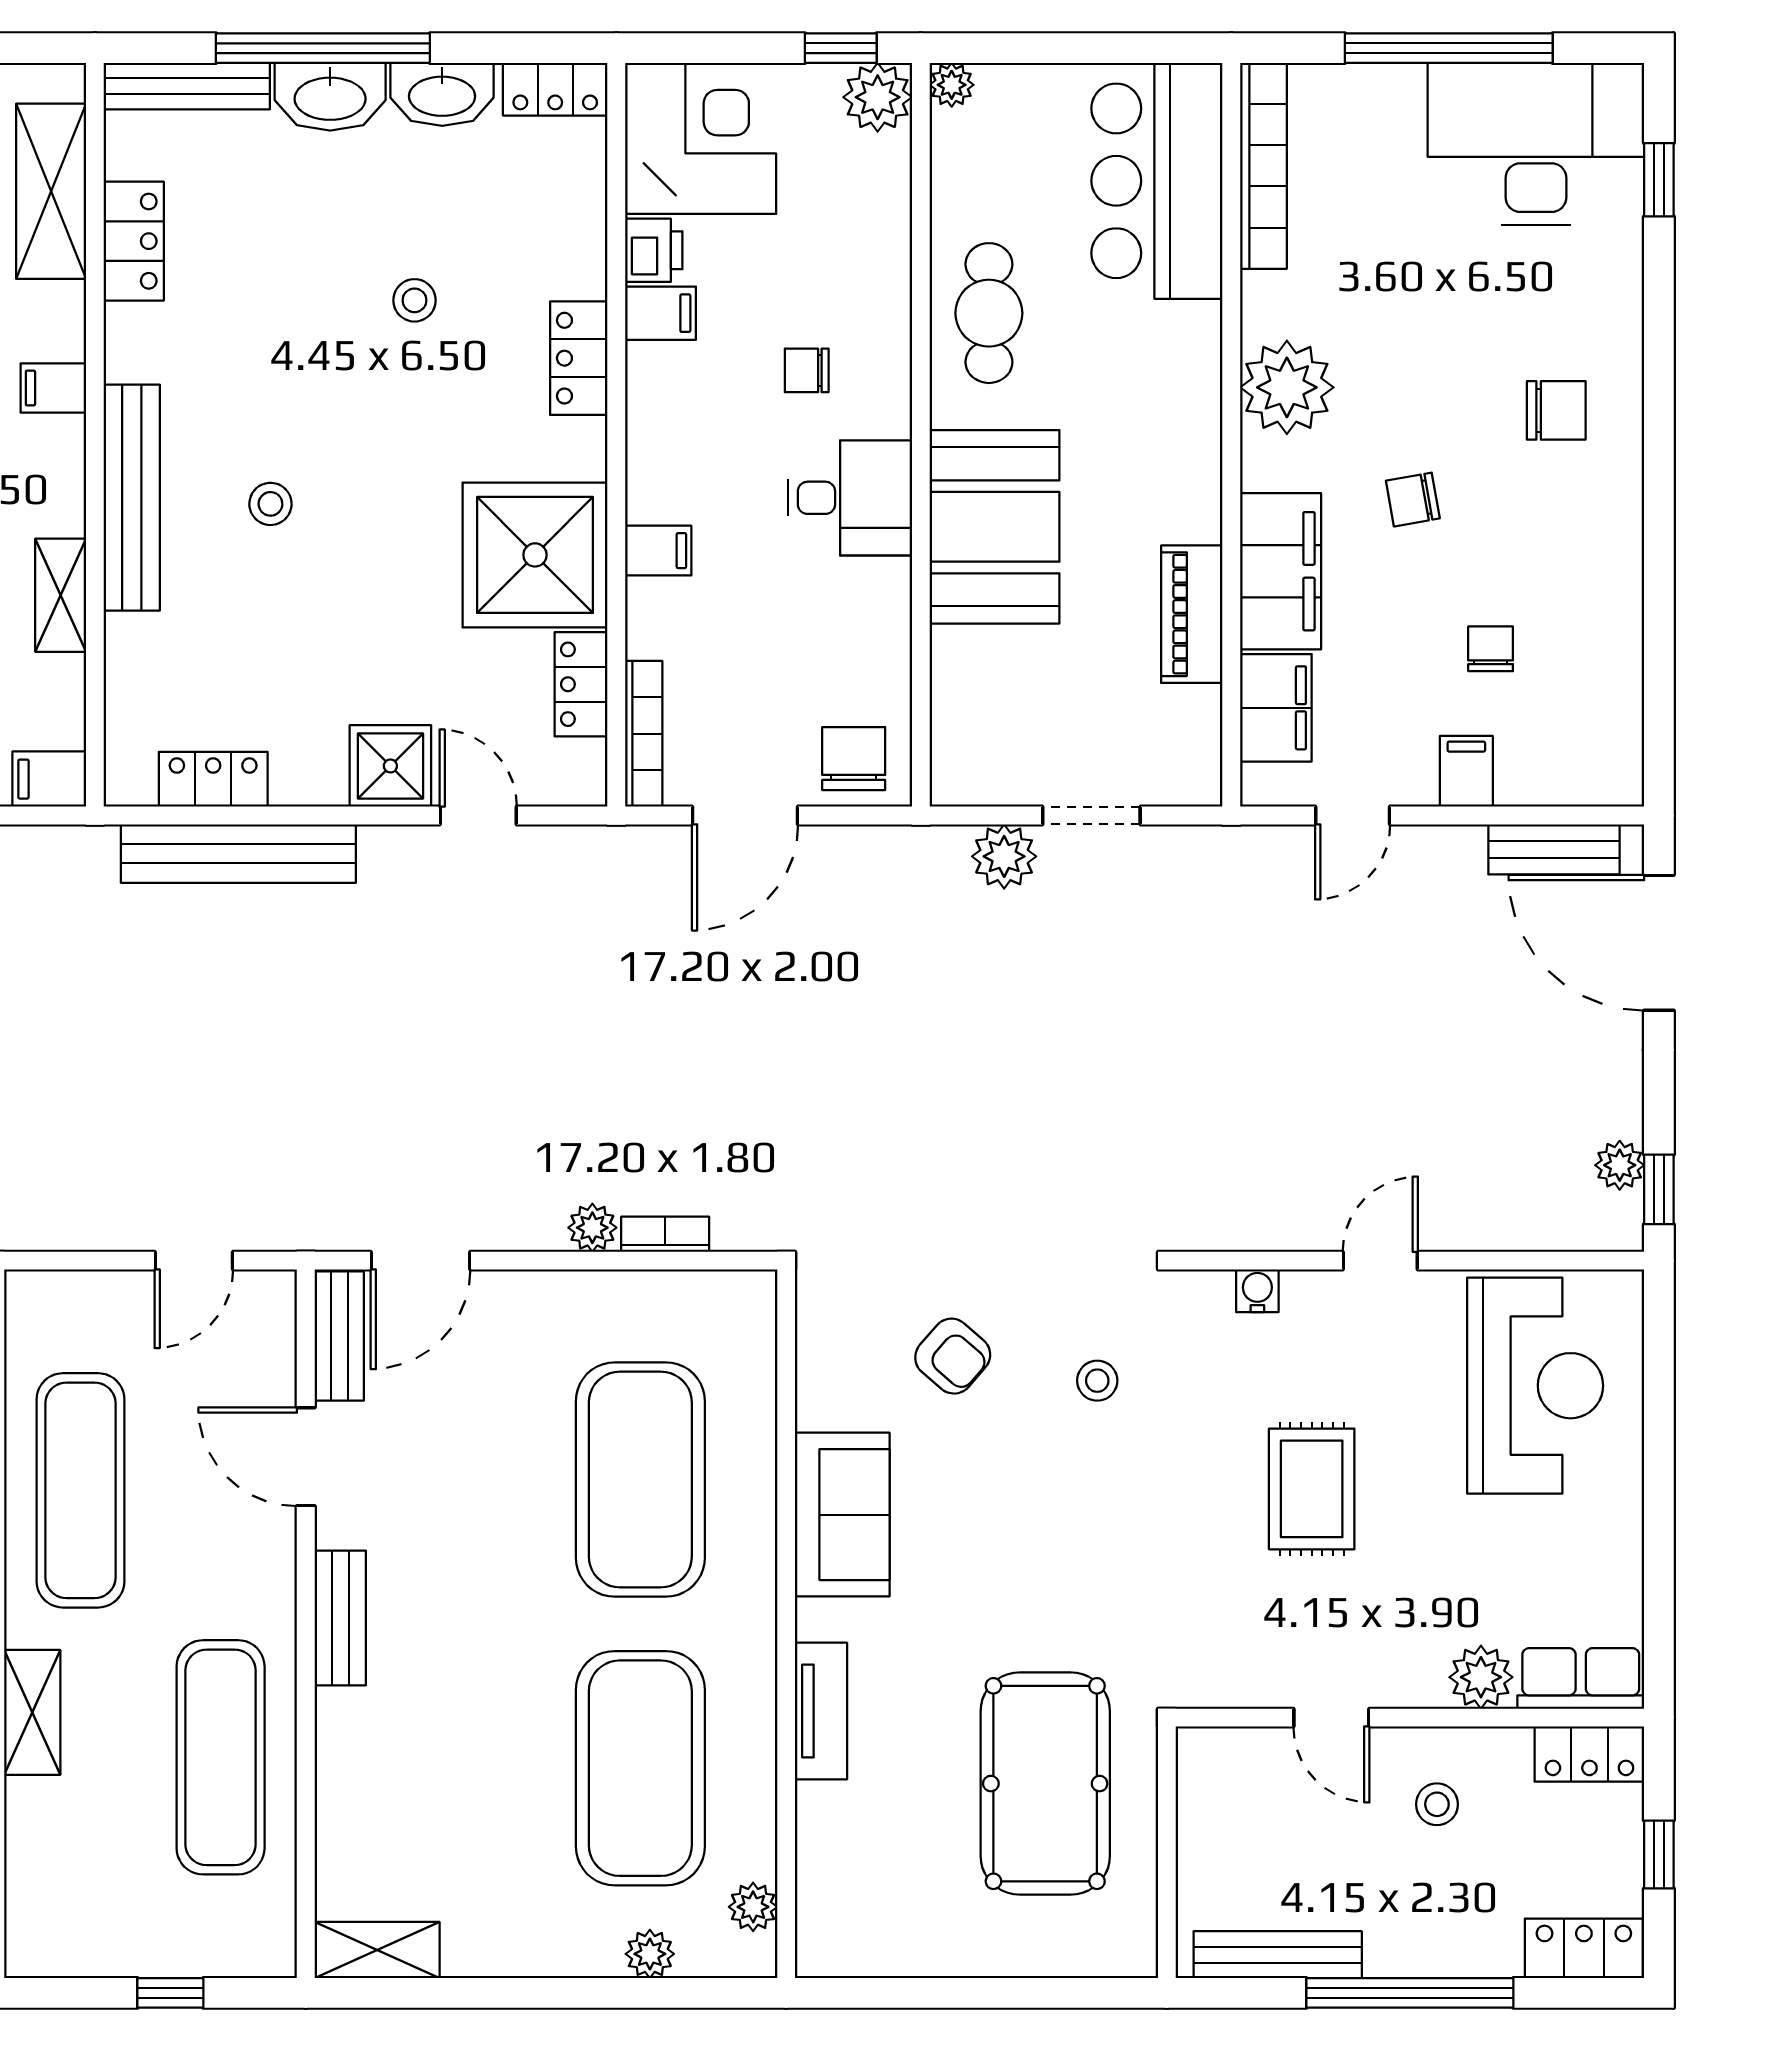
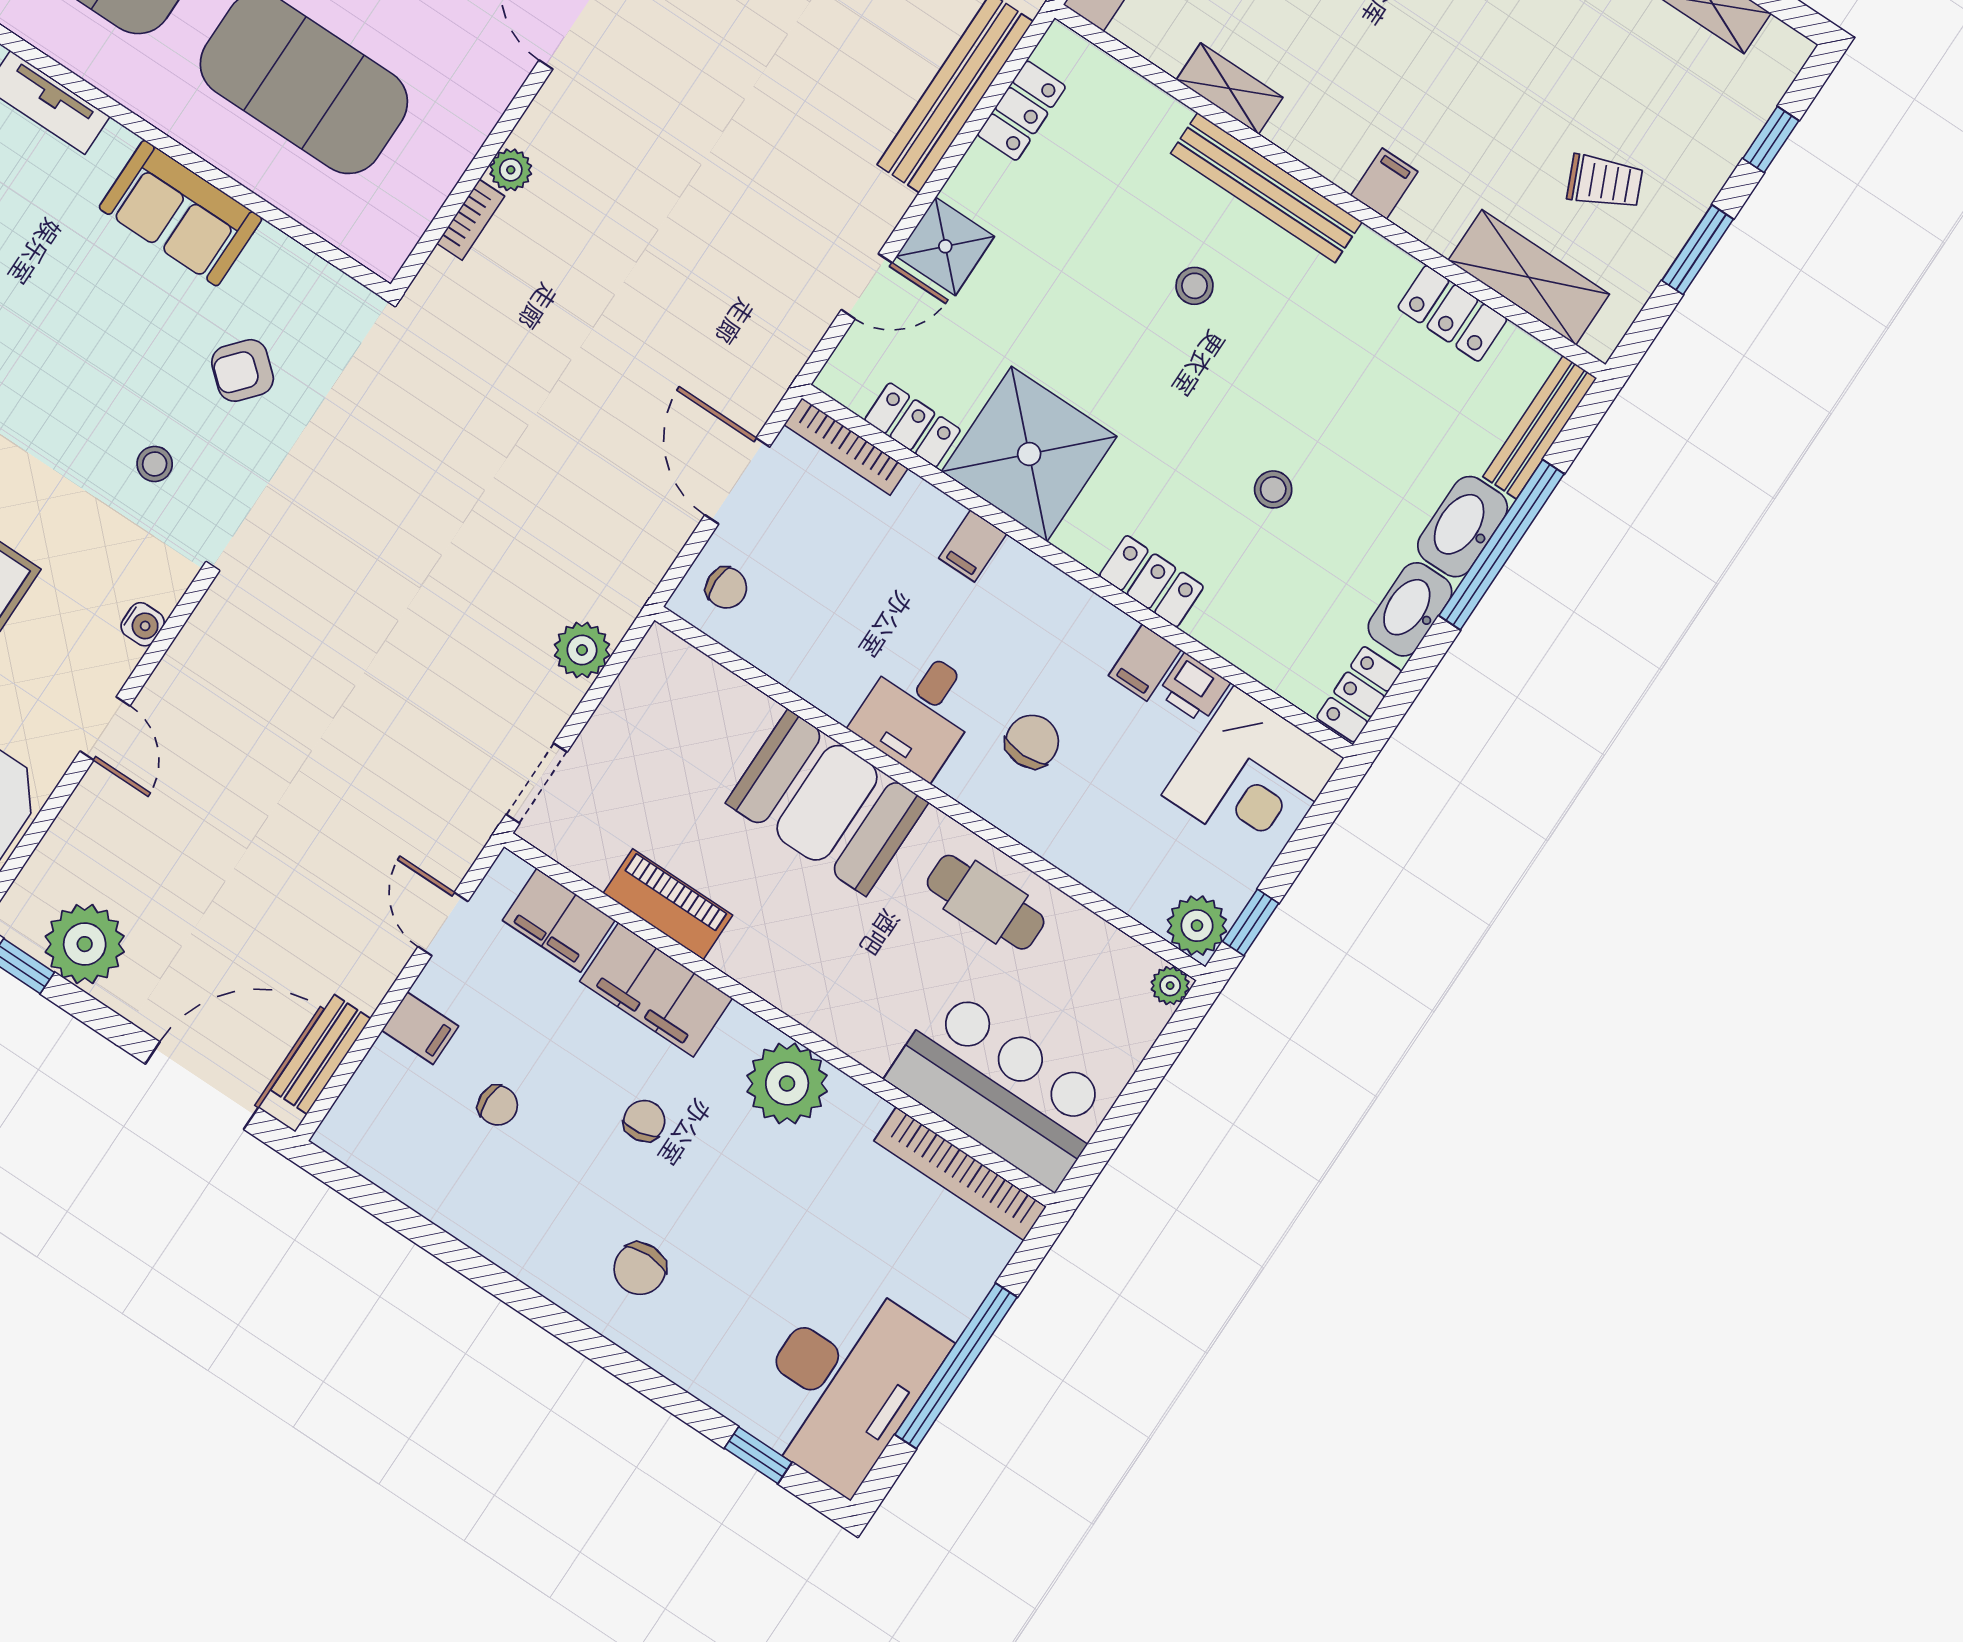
chair: (807, 370) -> (1032, 742), width x1.37, depth x1.37
chair: (854, 759) -> (726, 588), width x0.73, depth x0.73
doorway: (1091, 815) -> (537, 783), moved
plant: (1620, 1165) -> (85, 944), width x1.88, depth x1.88

